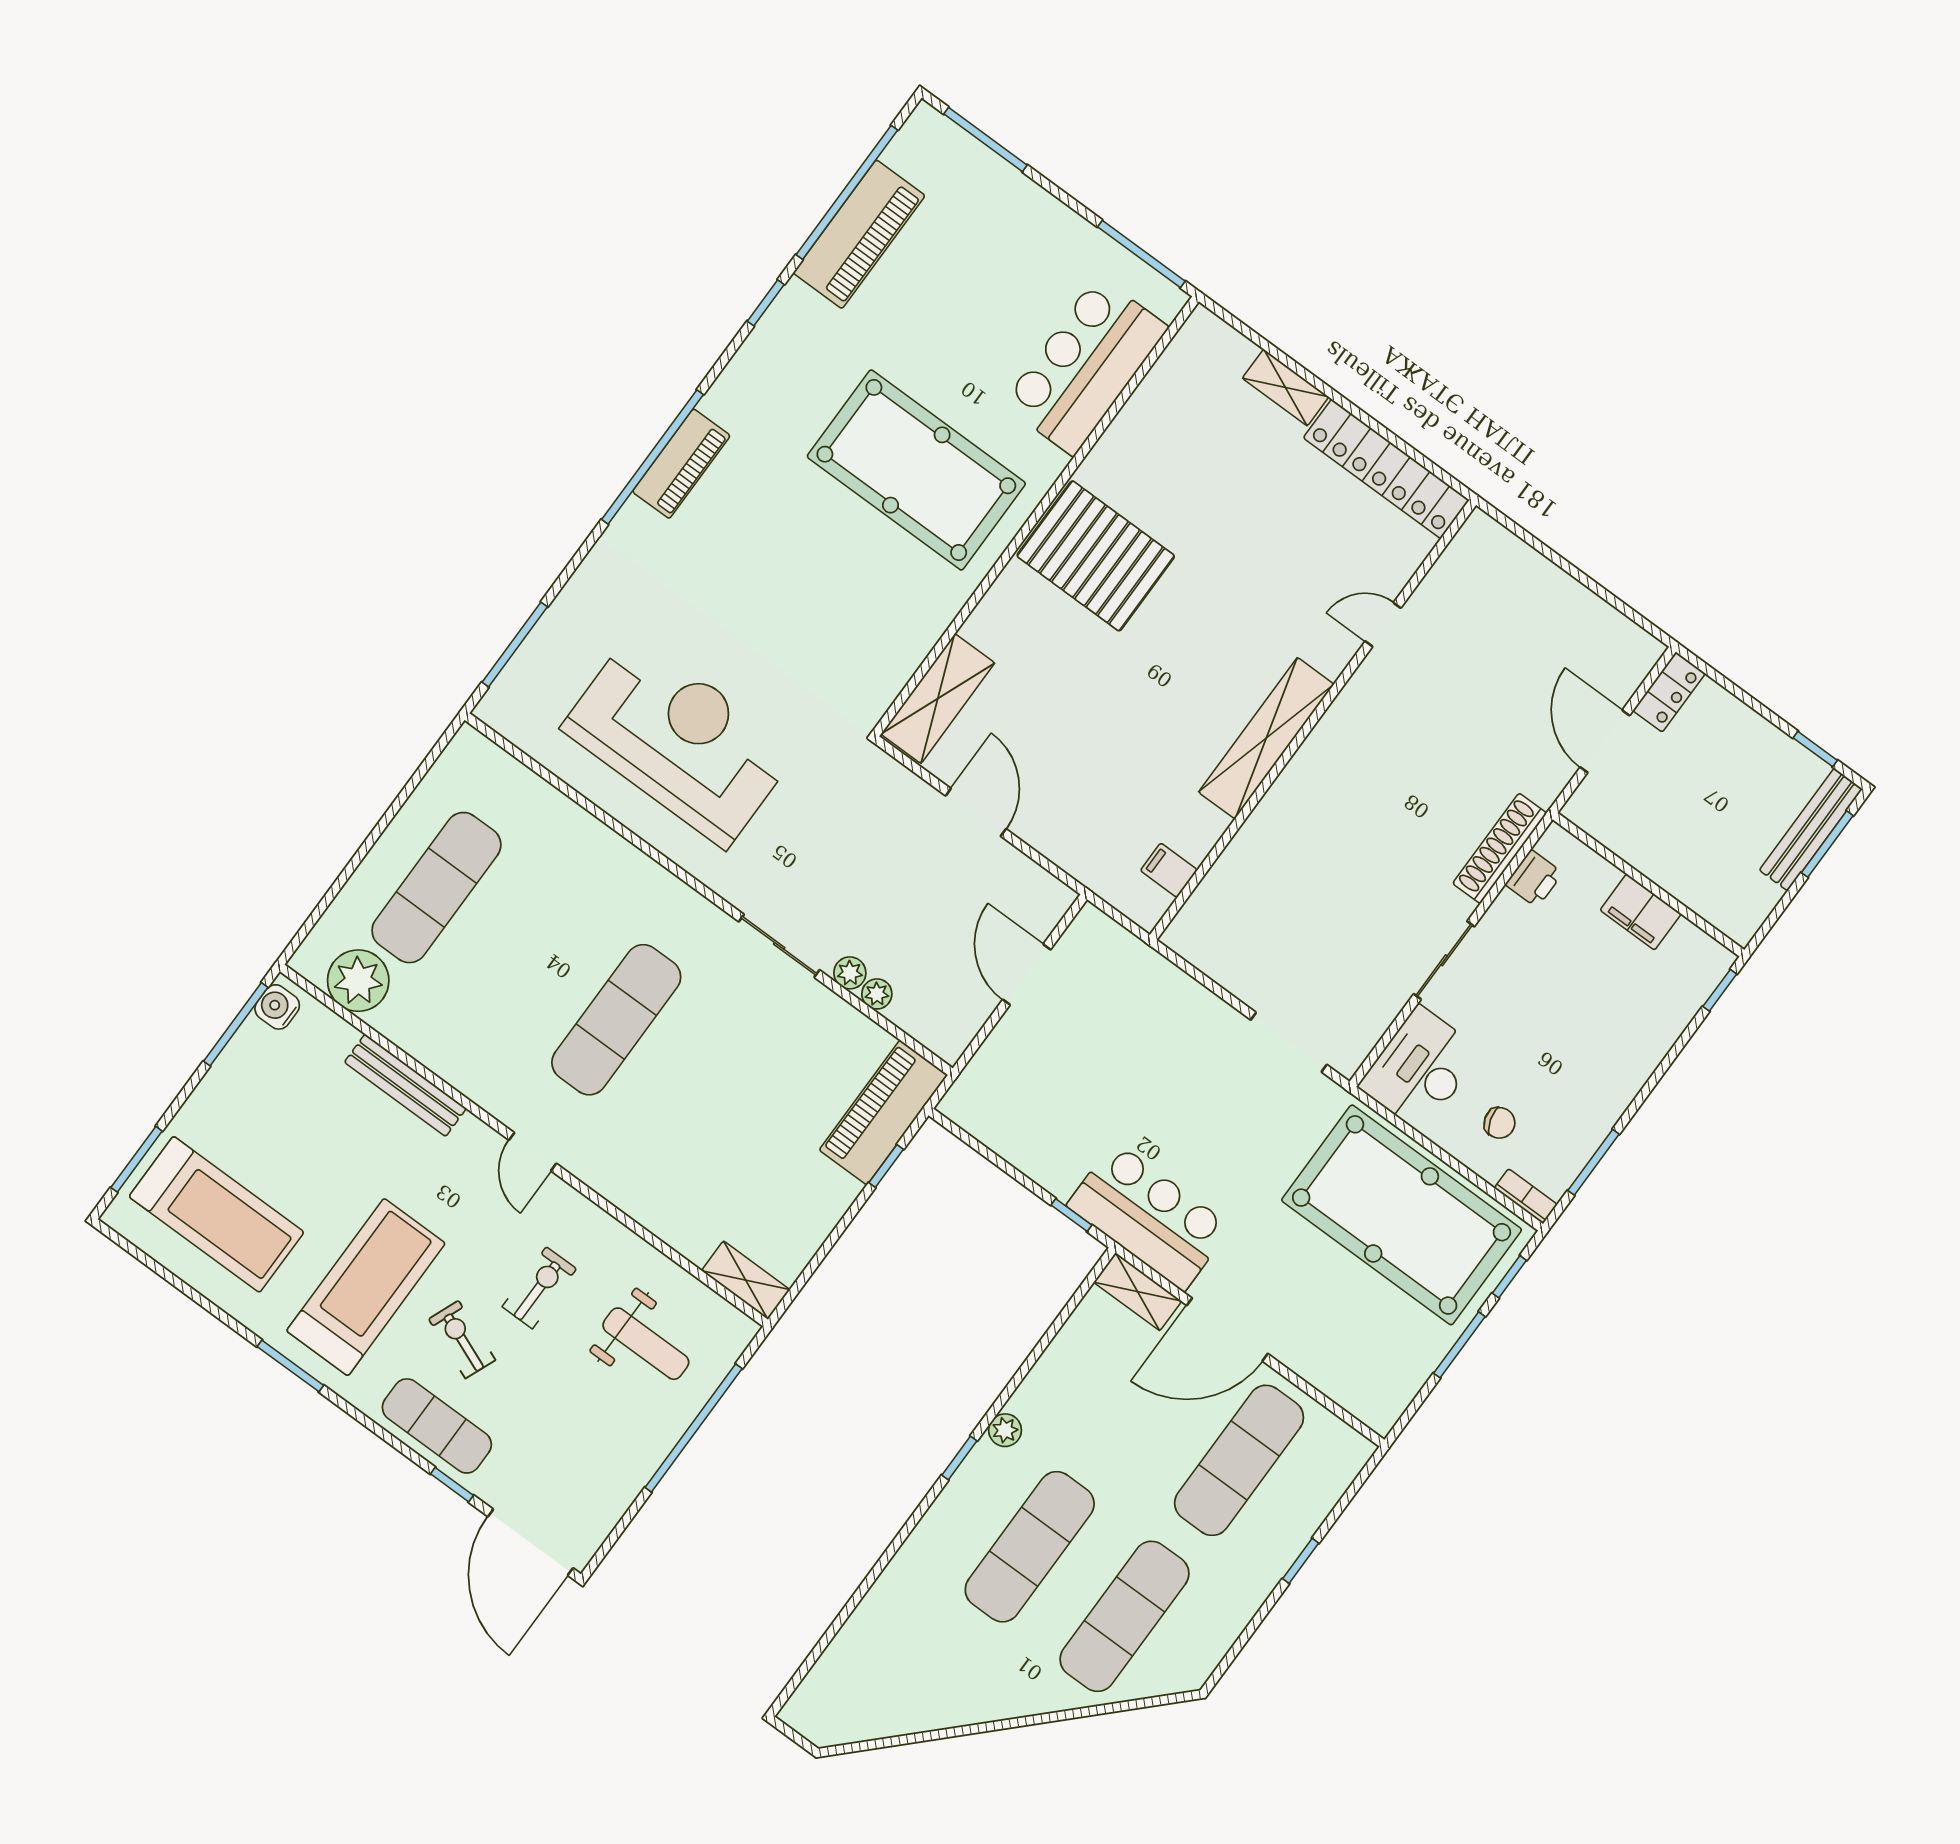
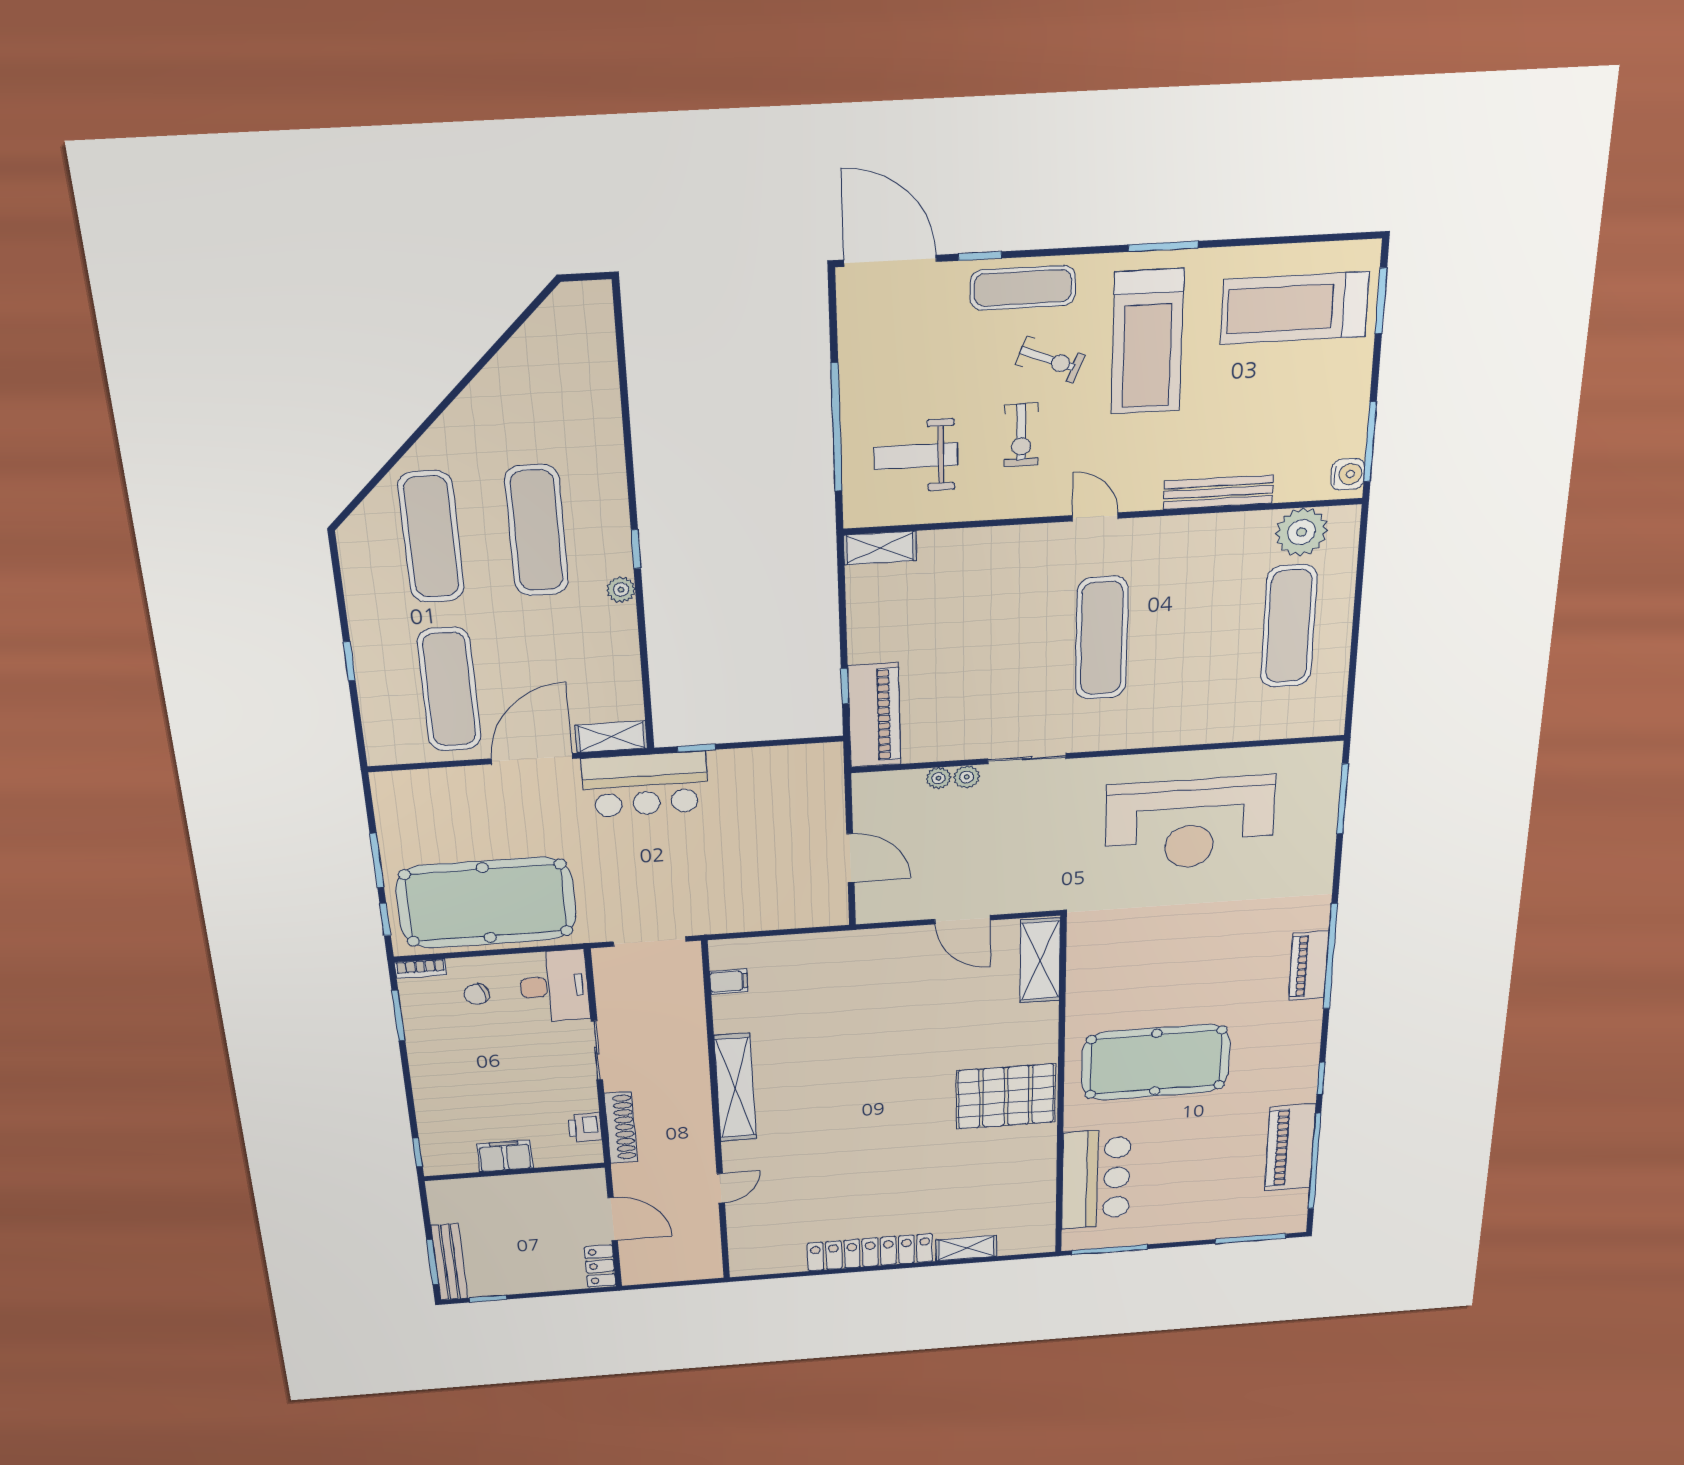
door: (1383, 625) -> (721, 1188), moved
wall: (1313, 720) -> (716, 1116), moved
shelving: (1266, 738) -> (735, 1088), moved
filing cabinet: (1169, 870) -> (729, 981), moved

